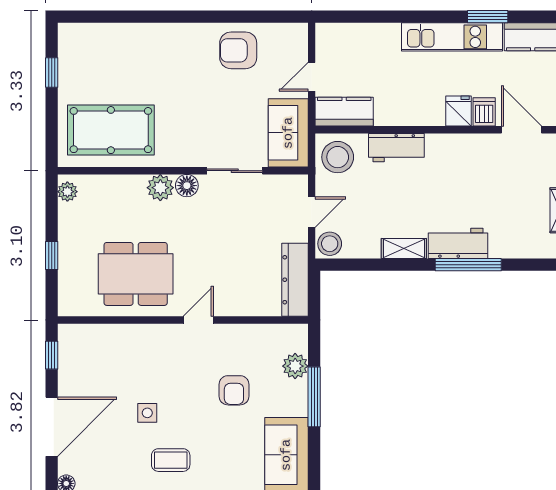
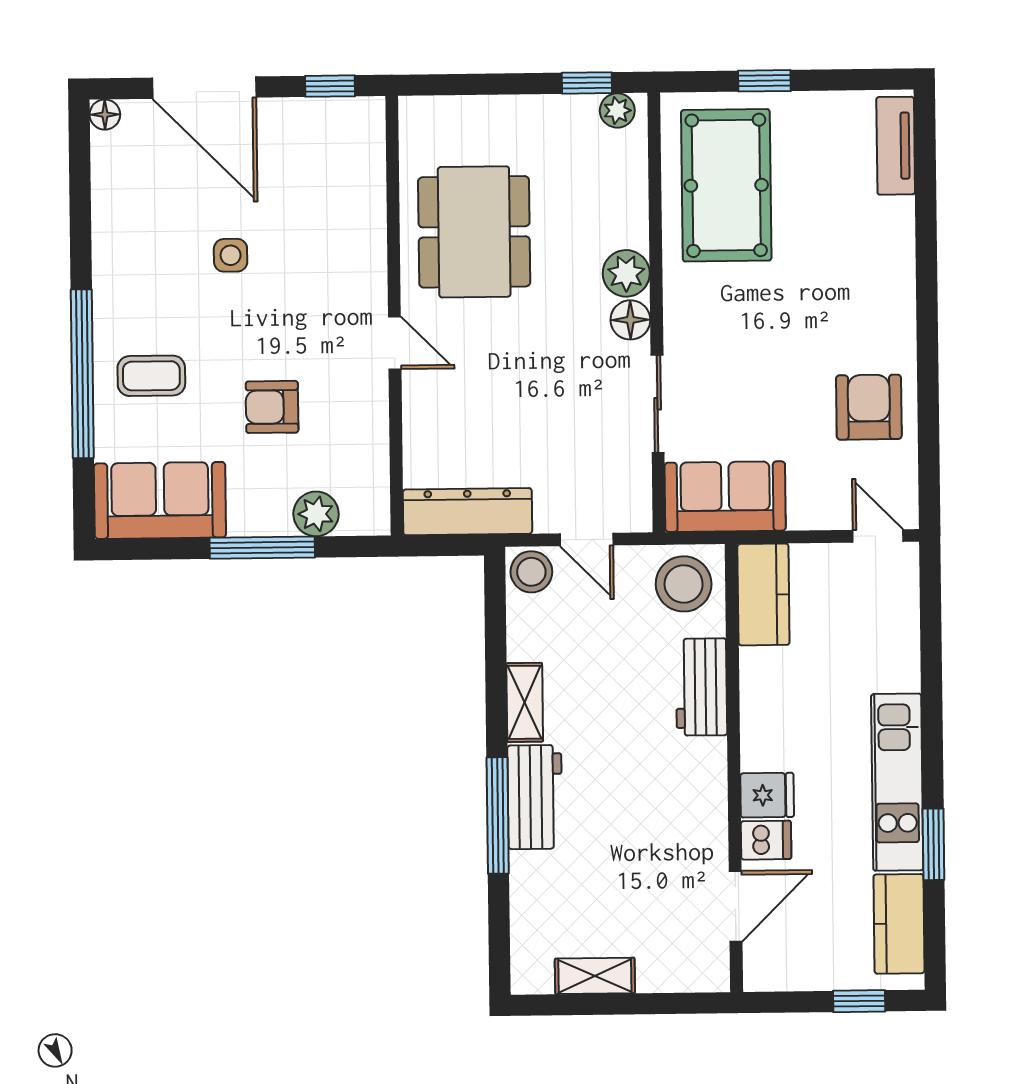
tv unit: (89, 33) -> (896, 146), added
window: (52, 72) -> (764, 81), moved
door: (312, 77) -> (878, 536), moved
window: (52, 256) -> (587, 83), moved
coffee table: (171, 460) -> (151, 376), moved, turned 90

